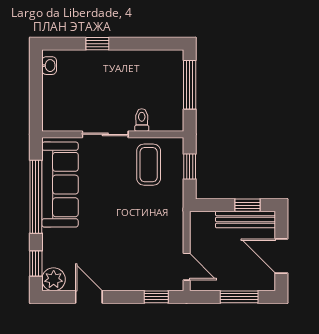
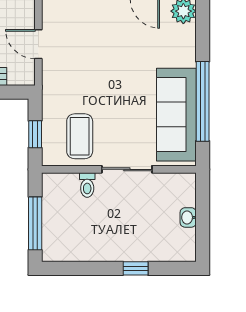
washbasin: (49, 66) -> (188, 217), moved
window: (36, 264) -> (203, 28), removed
door: (187, 267) -> (38, 44), moved

